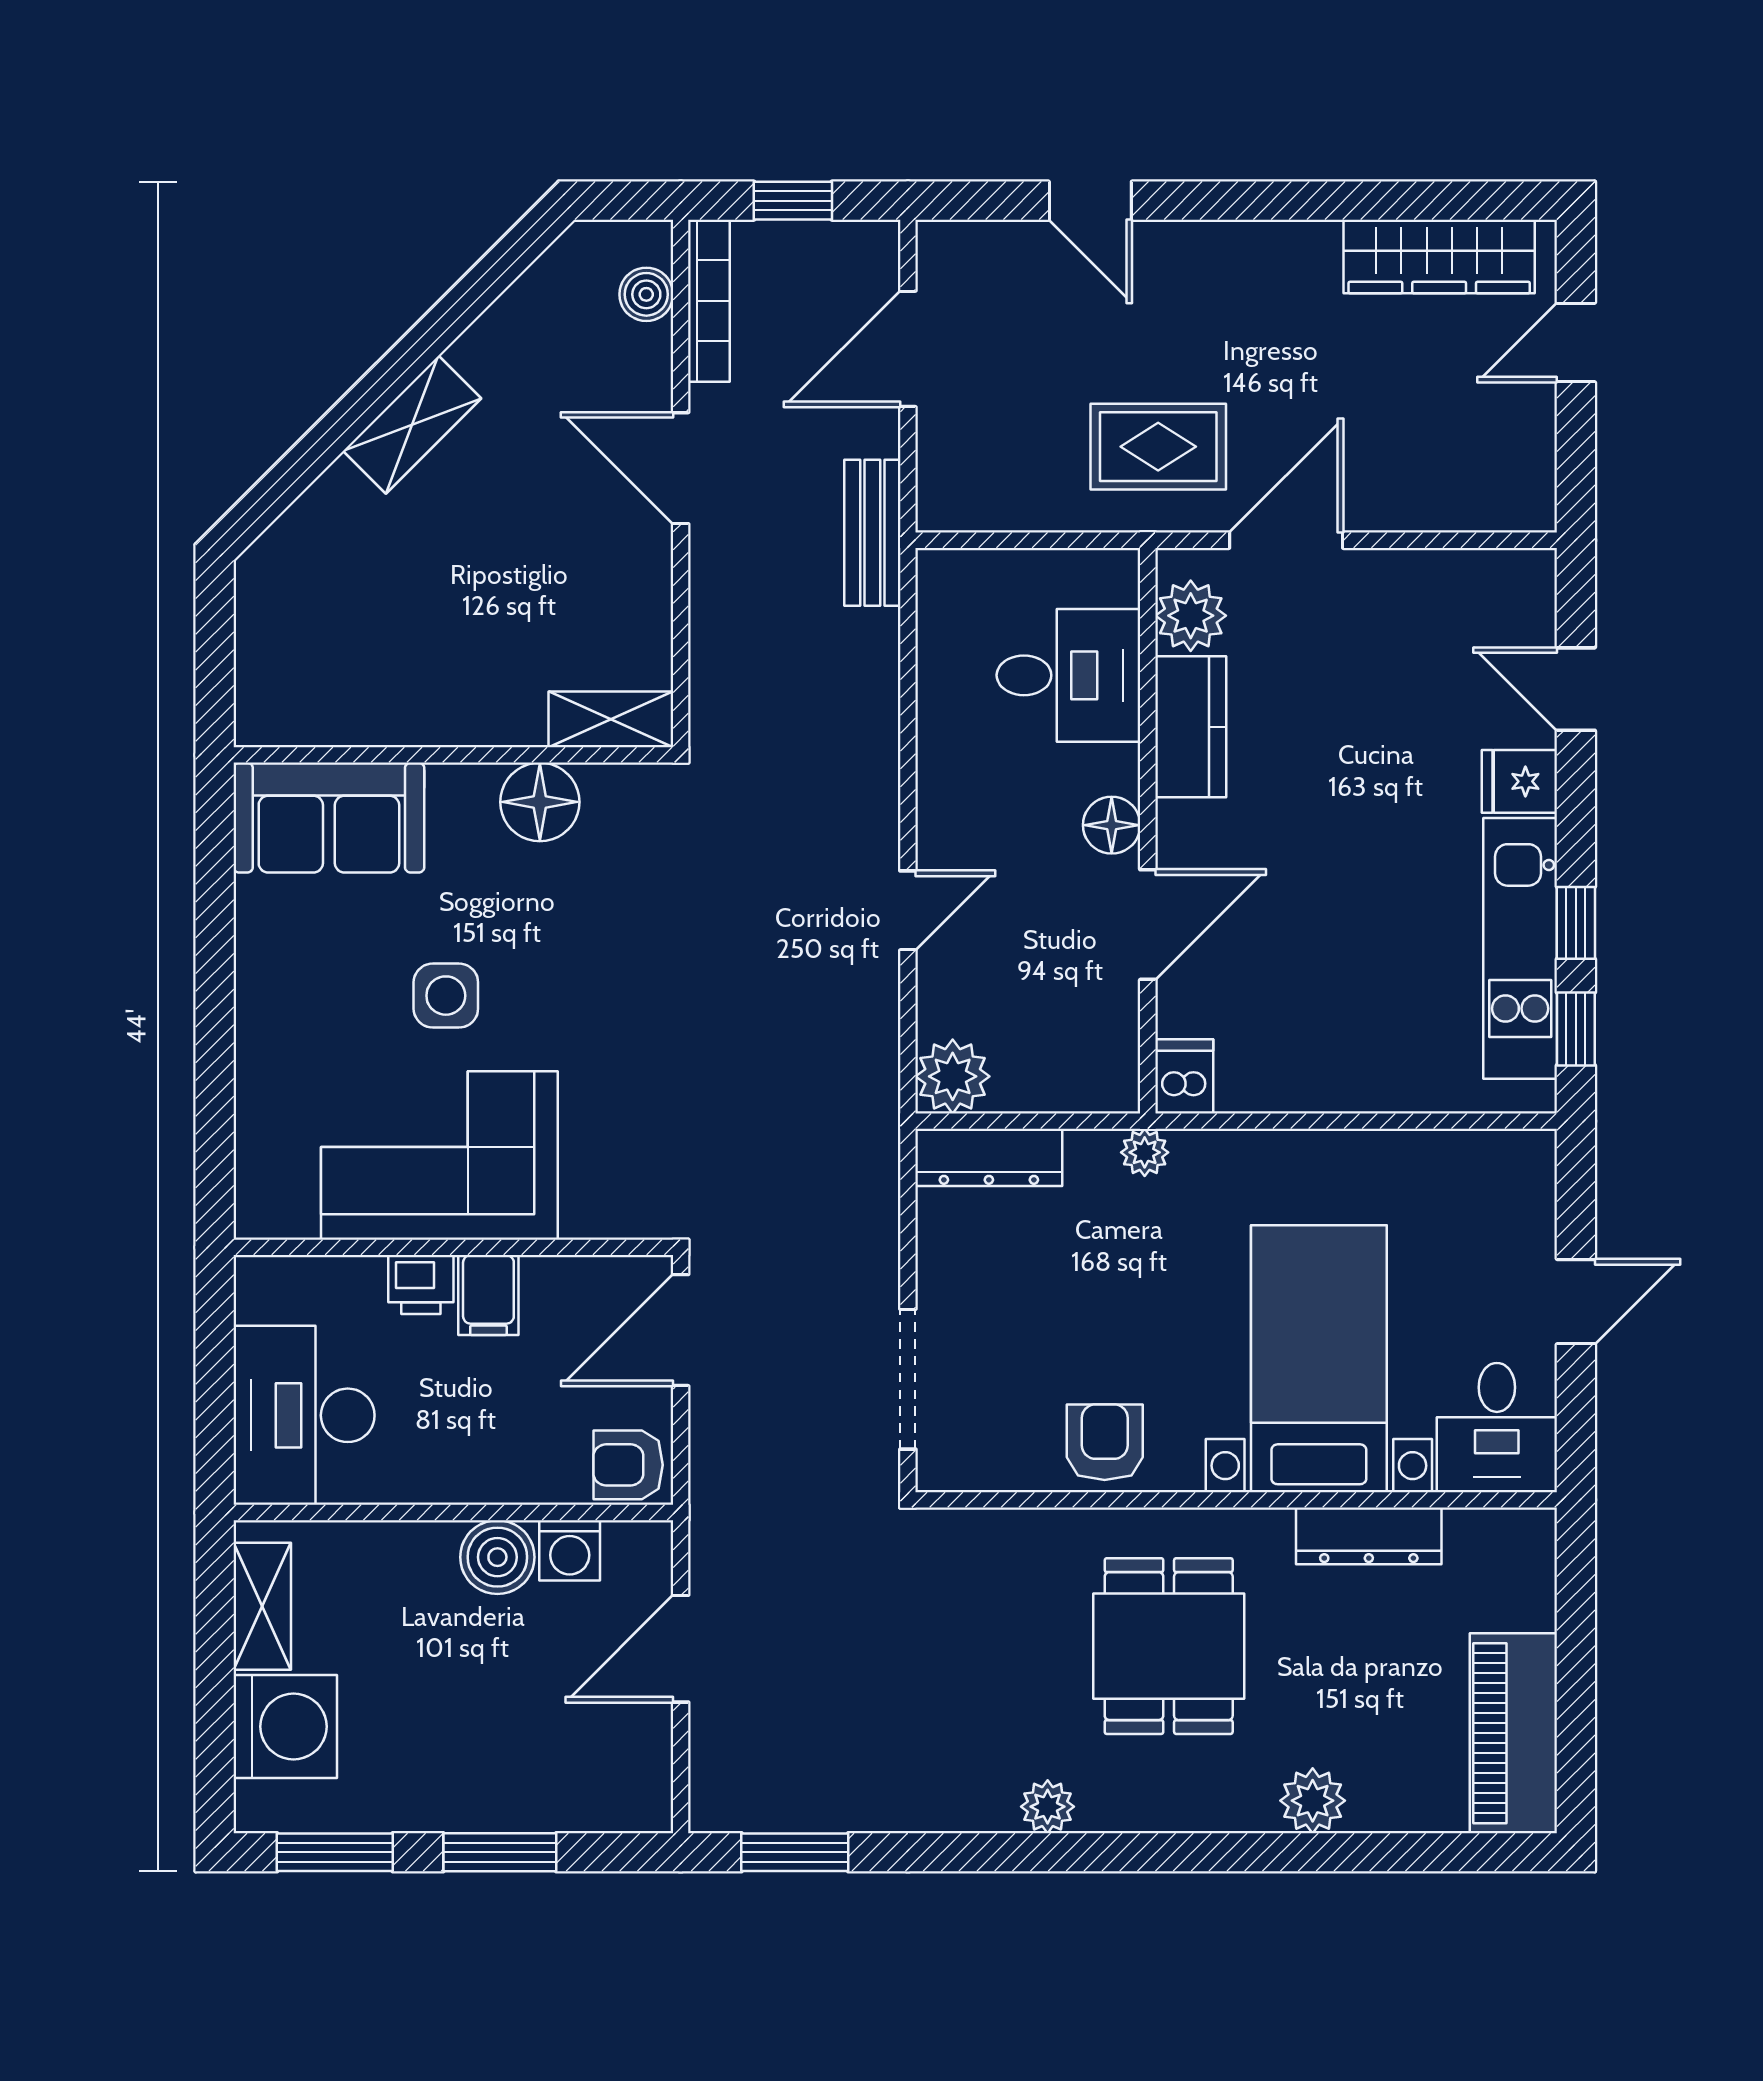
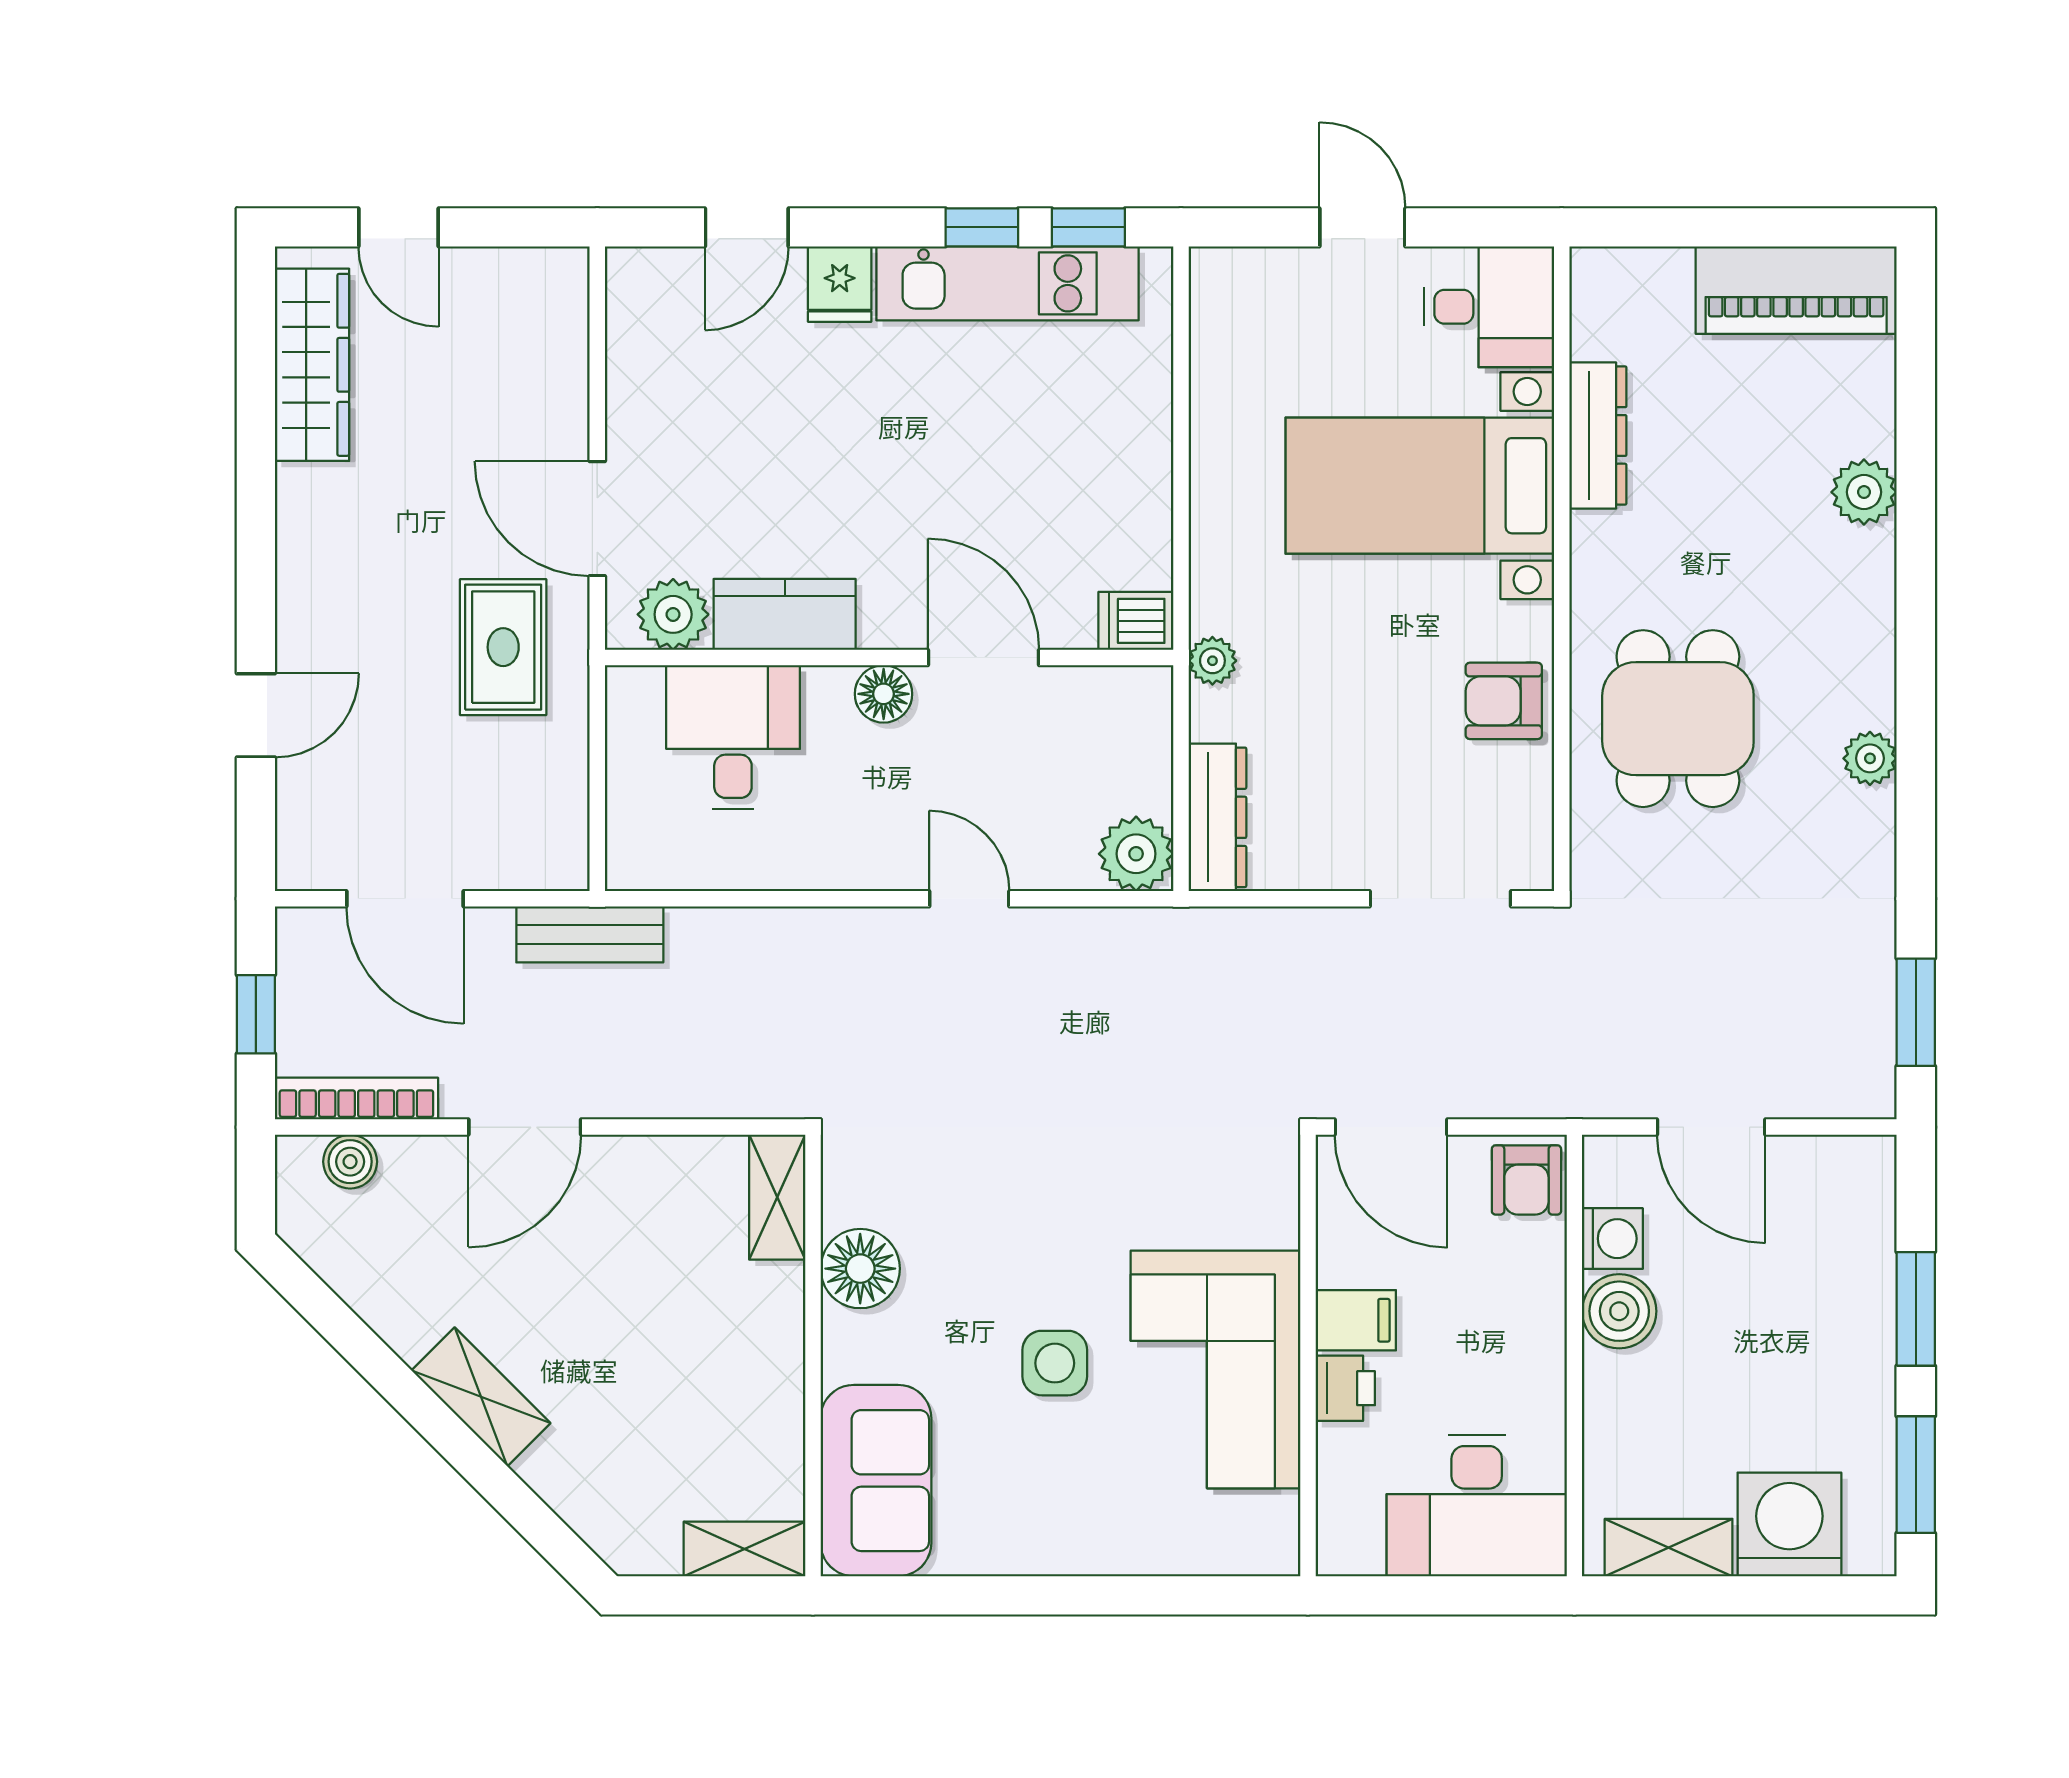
shelving: (261, 687) -> (745, 1549), added
dining table: (1169, 1646) -> (1678, 719), moved, turned 90

